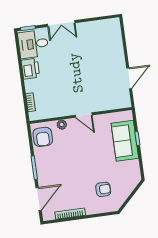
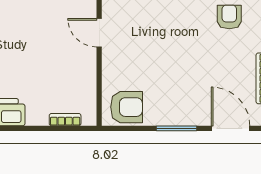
door: (84, 115) -> (99, 33), swing flipped
plant: (62, 125) -> (110, 72), removed

